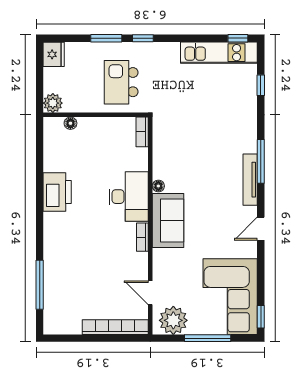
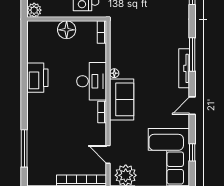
floor lamp: (70, 123) -> (67, 30), moved, width x1.89, depth x1.89
window: (261, 317) -> (192, 152), moved

